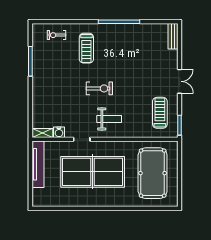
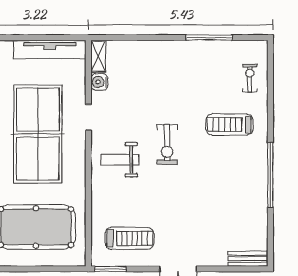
weight bench: (109, 119) -> (120, 160), turned 90

